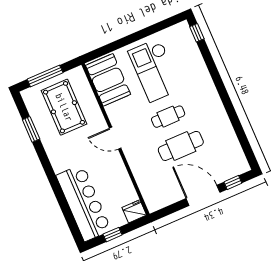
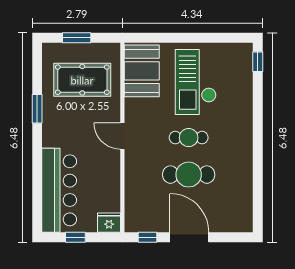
window: (45, 76) -> (77, 38), width x0.69
pool table: (64, 107) -> (82, 80), turned 90
window: (31, 129) -> (37, 109), moved
window: (233, 182) -> (147, 237), moved

